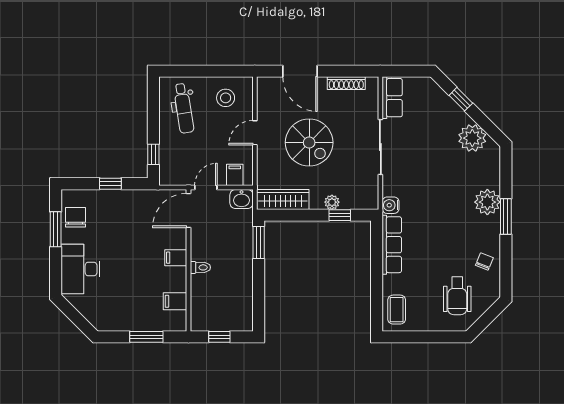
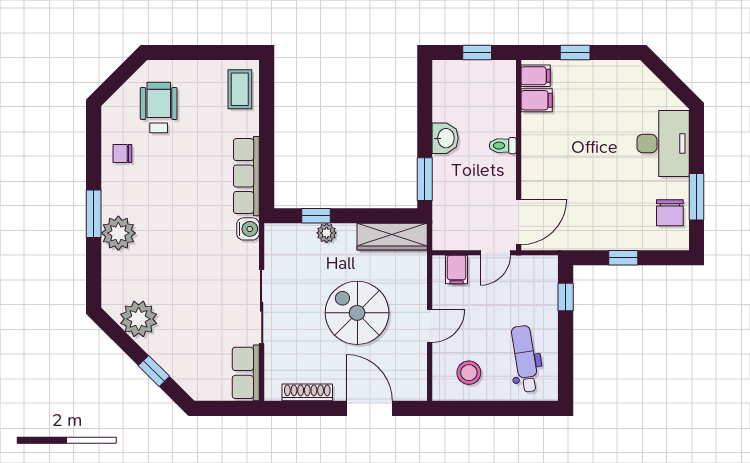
washbasin: (242, 199) -> (445, 138), moved, turned 90
filing cabinet: (176, 258) -> (536, 76), moved
chair: (484, 262) -> (122, 154), turned 68
window: (146, 337) -> (575, 53), width x0.67

